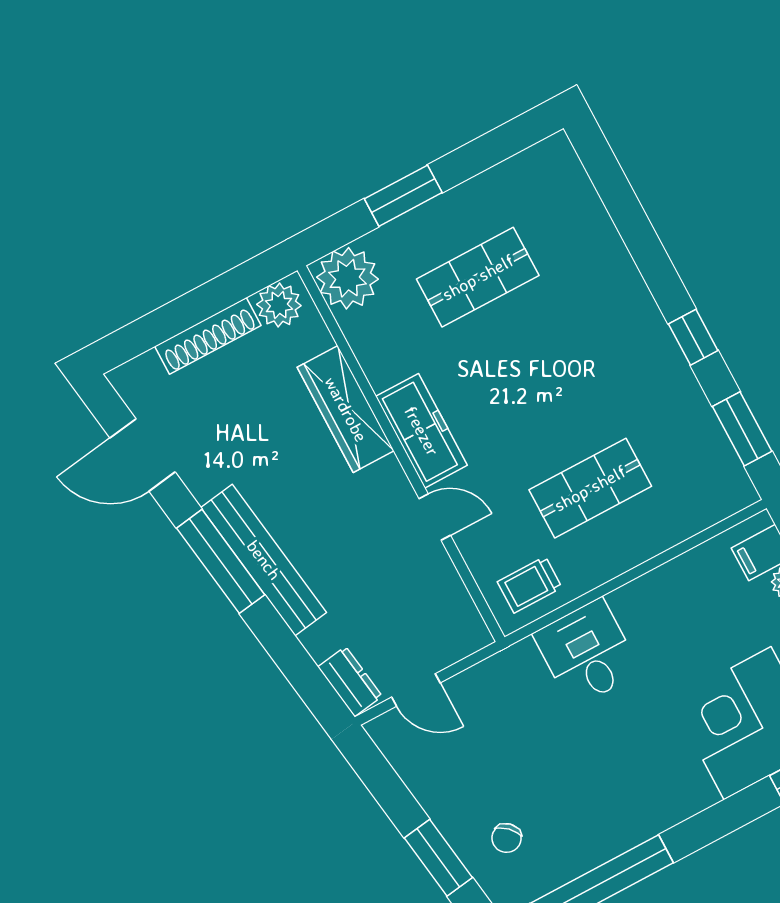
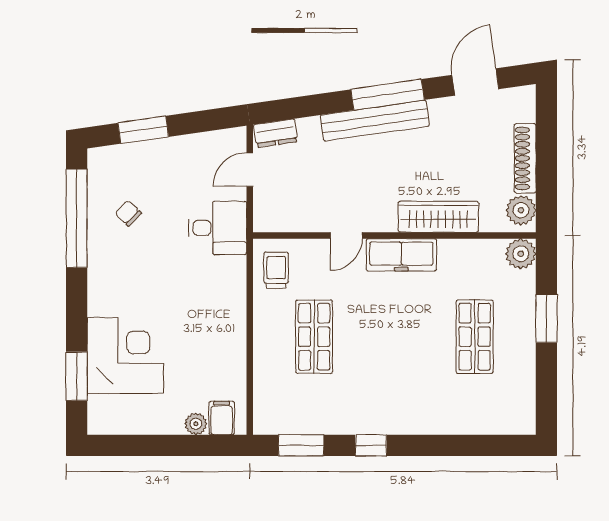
plant: (348, 278) -> (521, 254), width x0.73, depth x0.73
desk: (587, 653) -> (218, 228), moved
chair: (507, 838) -> (128, 213), moved

